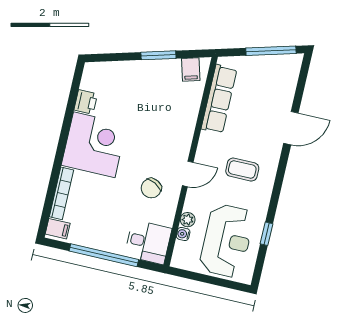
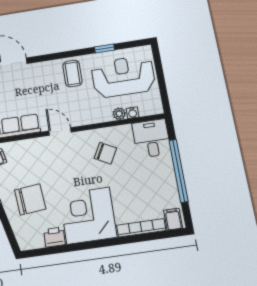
chair: (134, 91) -> (30, 199), added
coffee table: (242, 170) -> (72, 73), moved
door: (188, 174) -> (60, 131), moved

